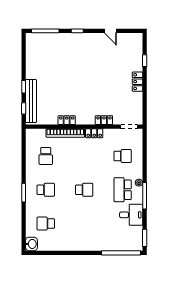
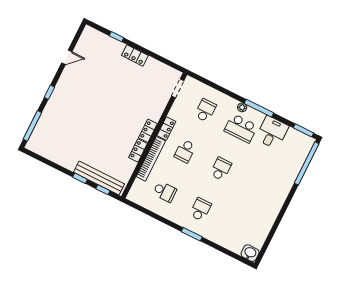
locker: (104, 120) -> (148, 131), moved
school desk: (46, 224) -> (185, 151), moved

